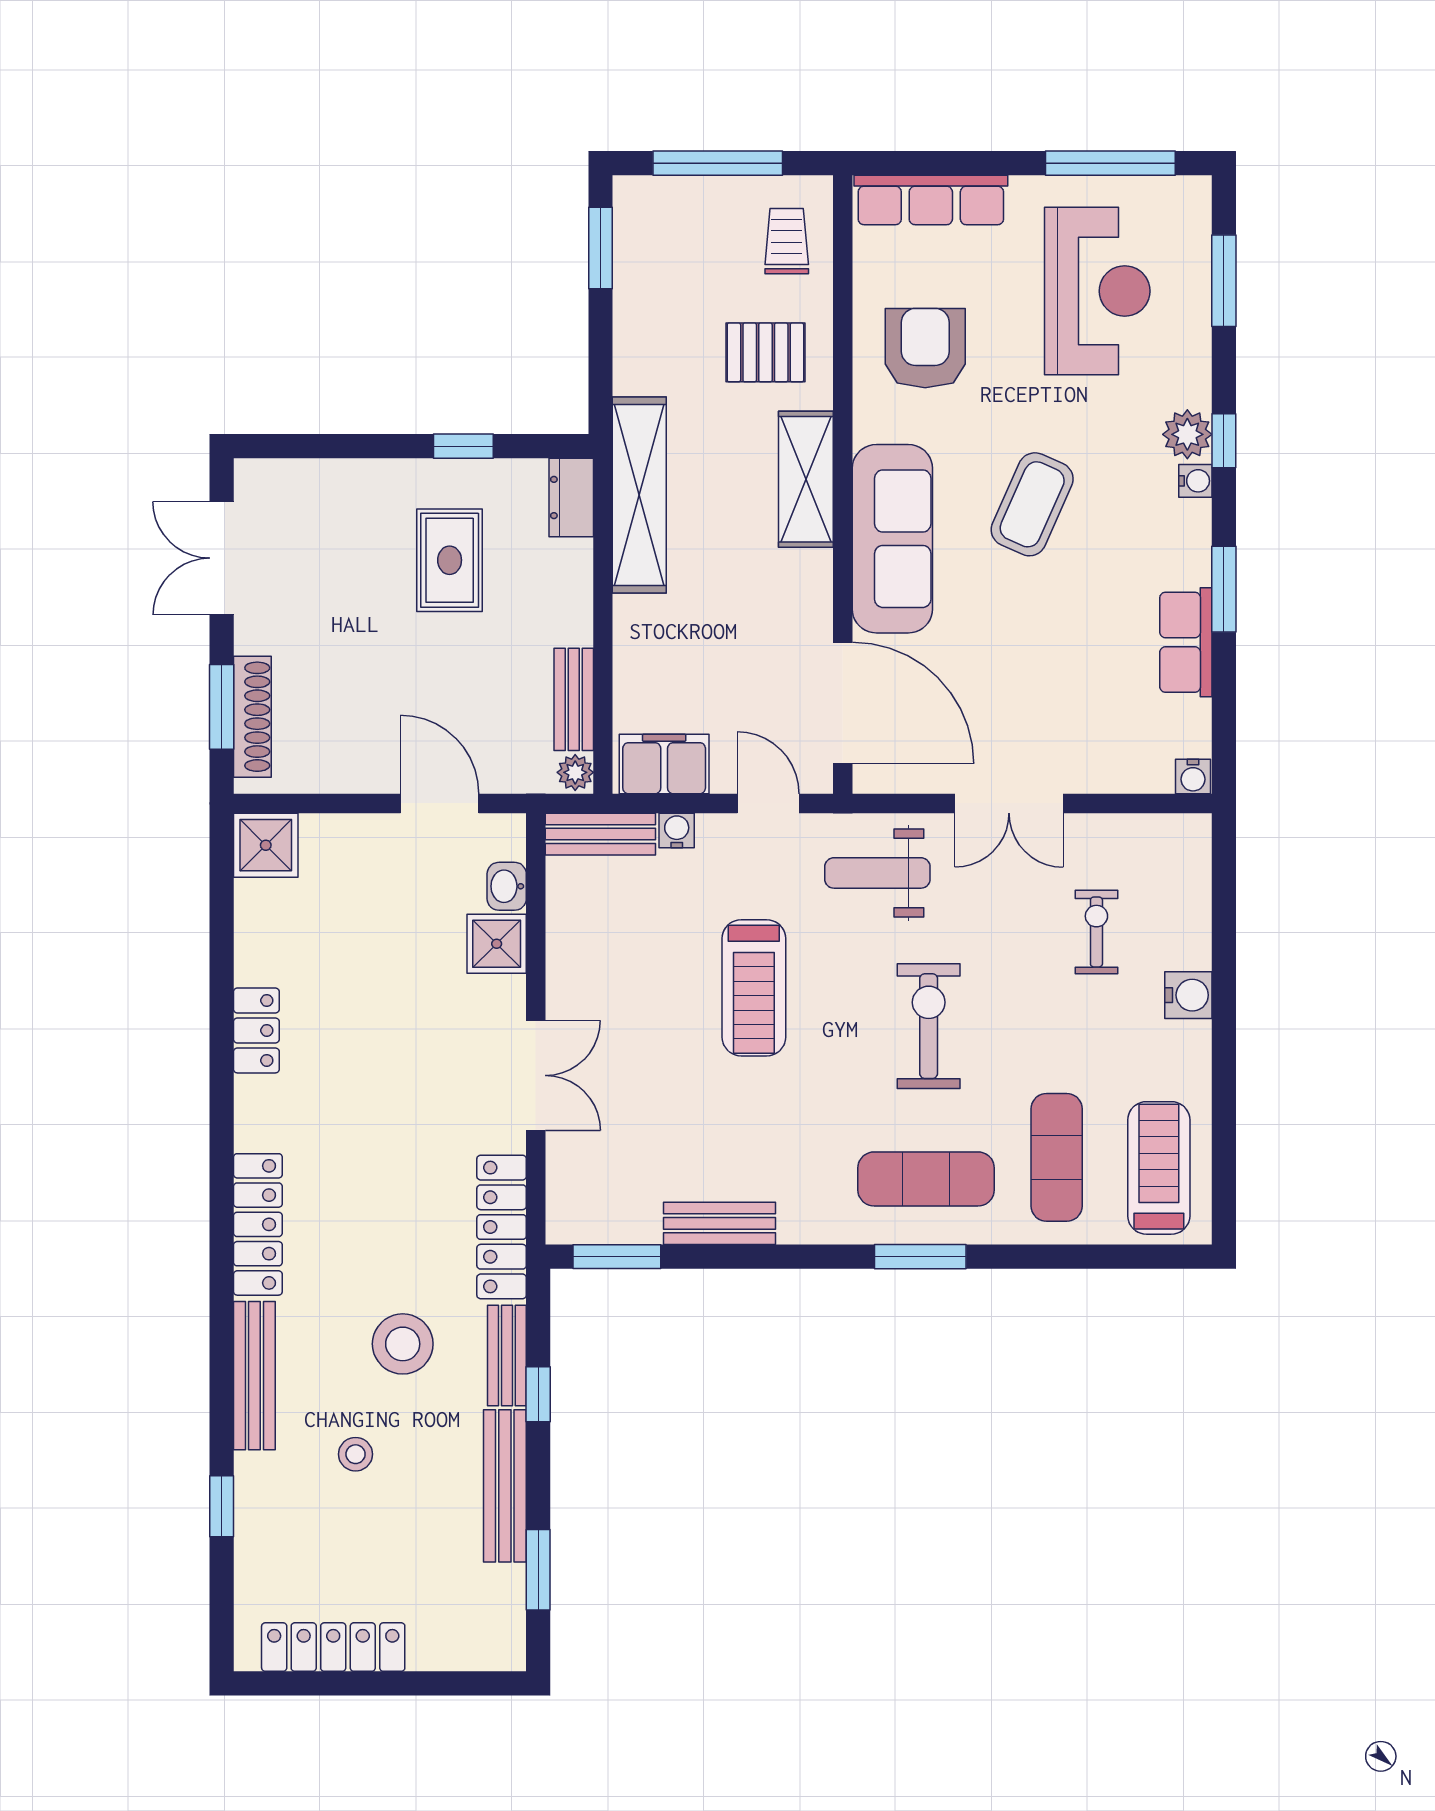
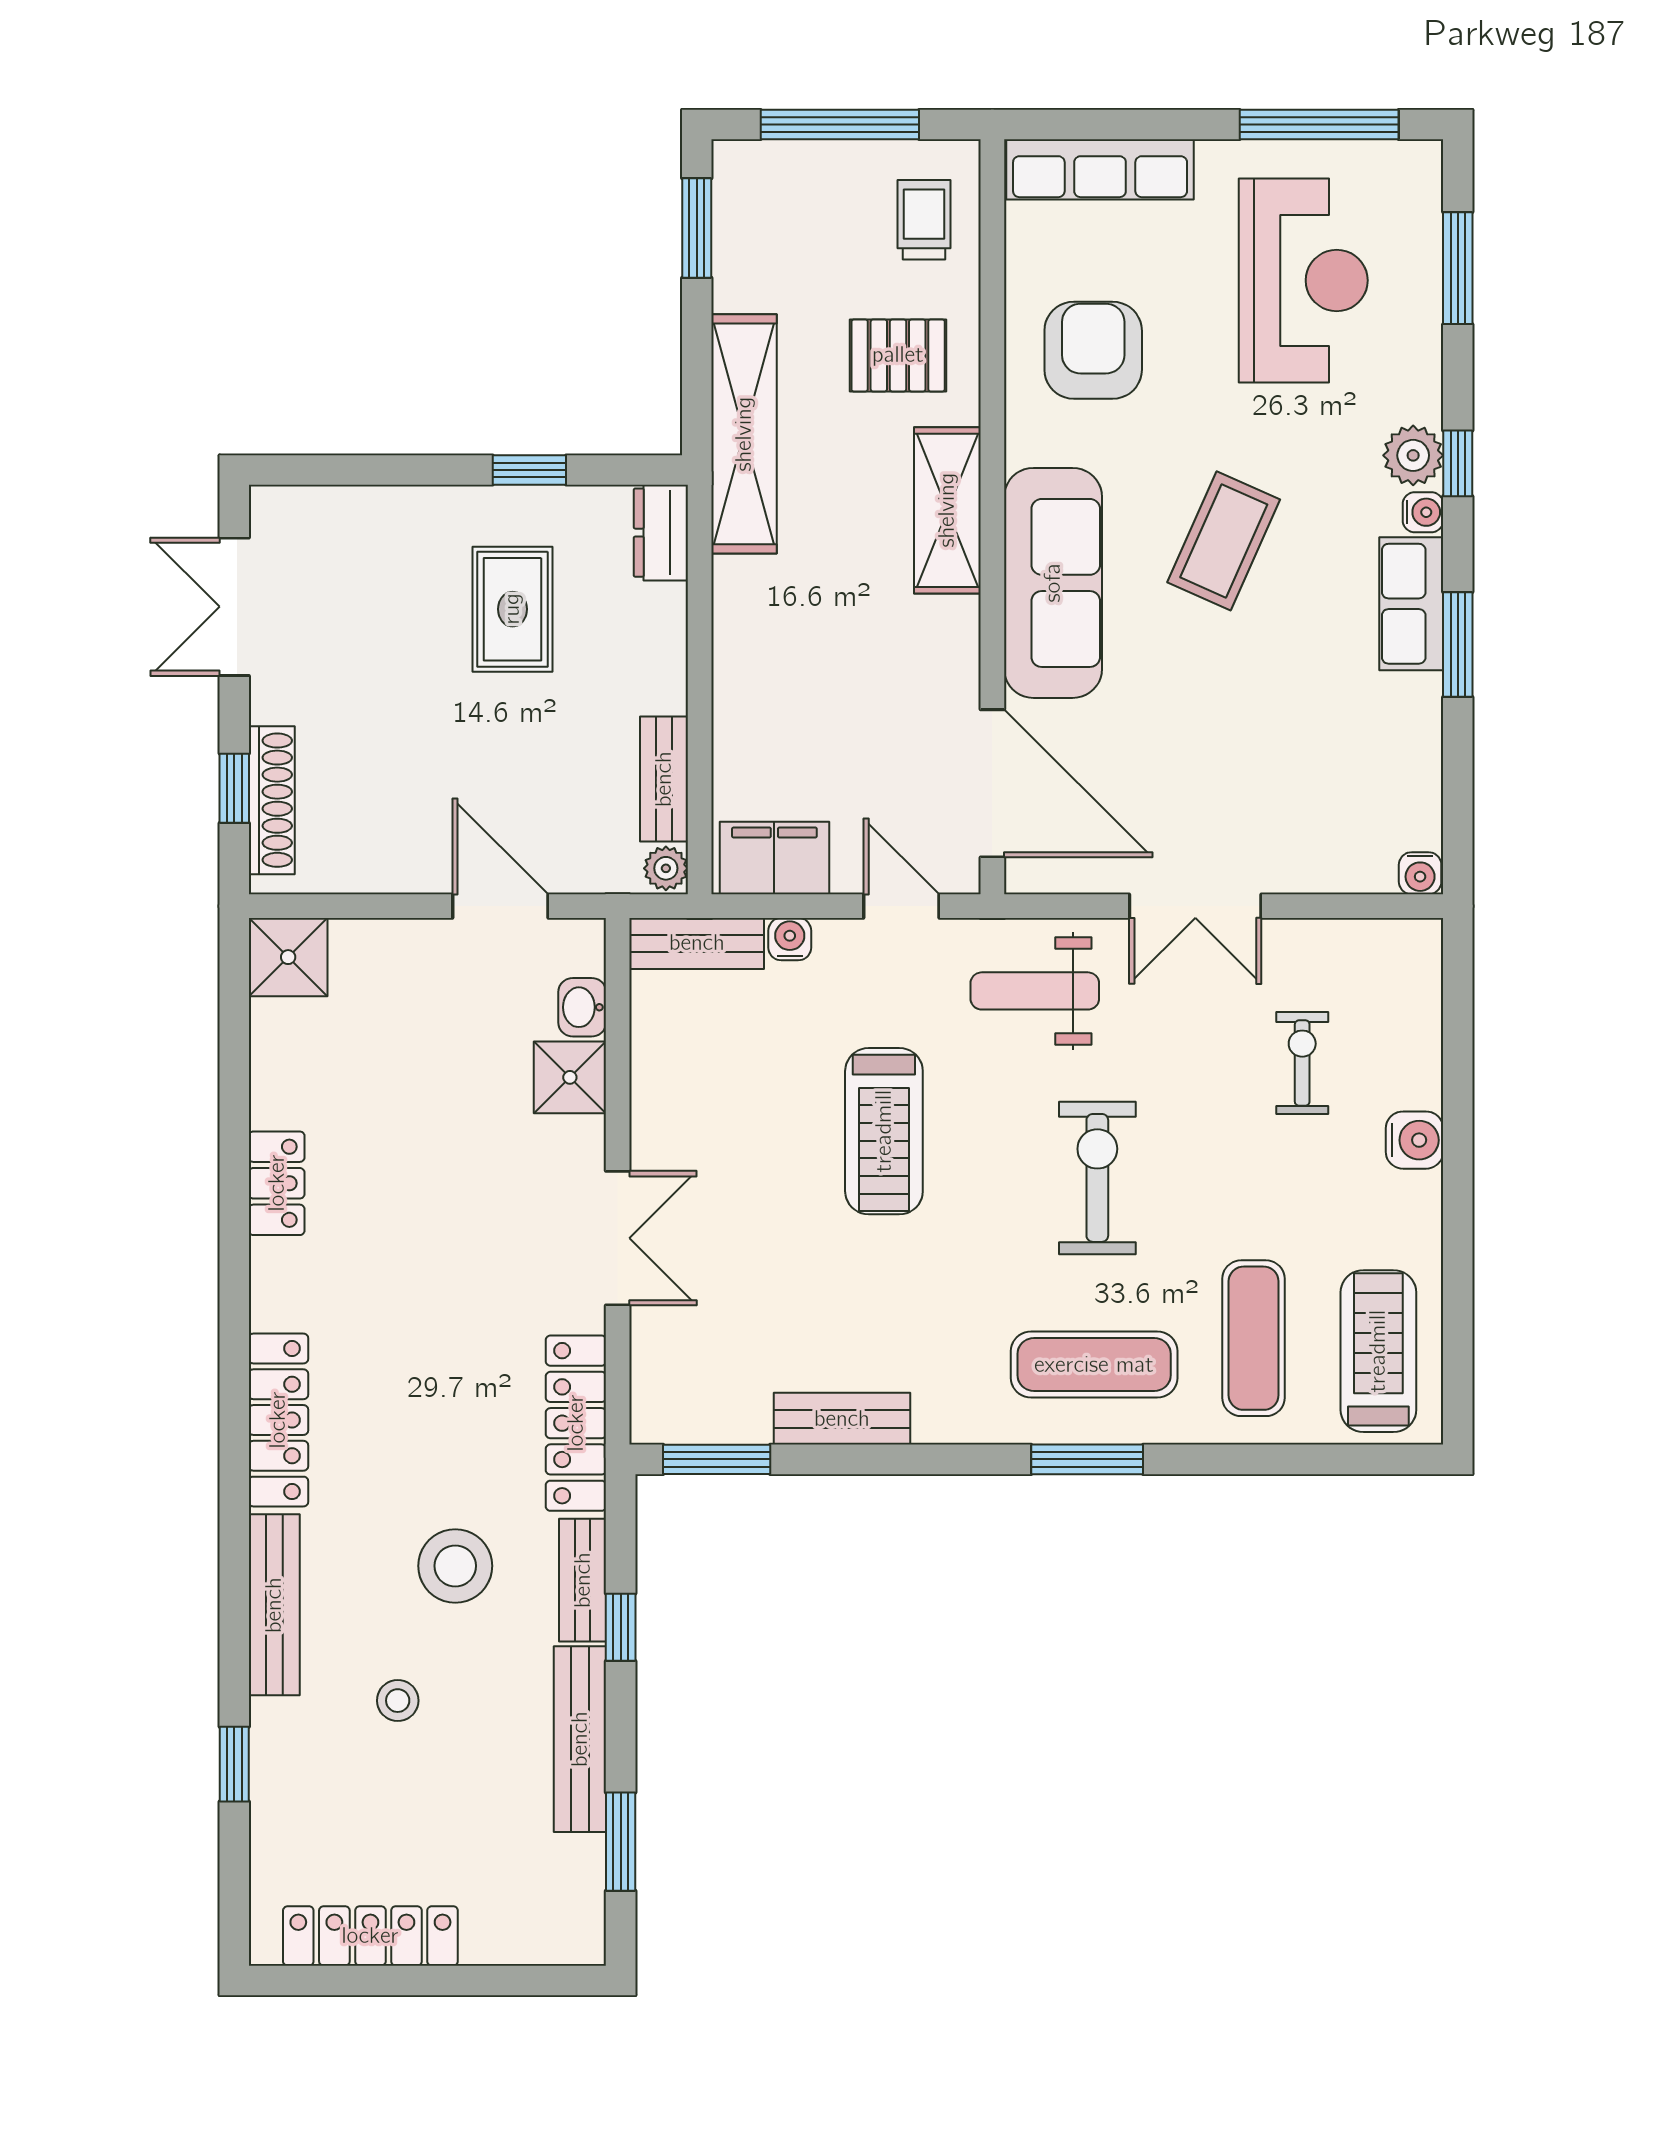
shelving: (639, 495) -> (744, 434), moved
row of seats: (1186, 642) -> (1411, 604), moved
window: (222, 707) -> (234, 788), width x0.67

